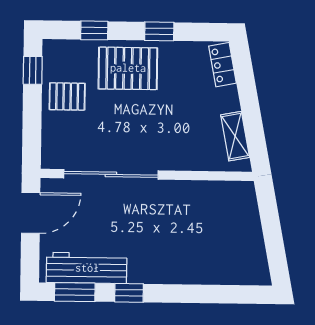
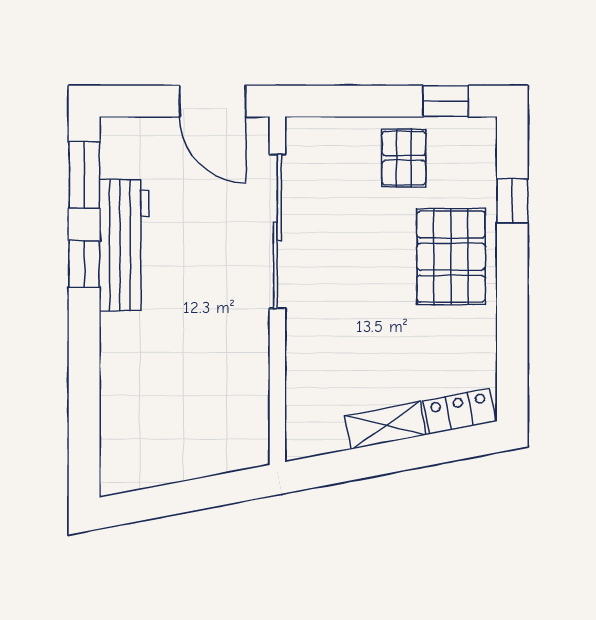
window: (159, 31) -> (512, 307), removed
shelving: (235, 136) -> (386, 425), moved
workbench: (87, 268) -> (124, 245), moved

